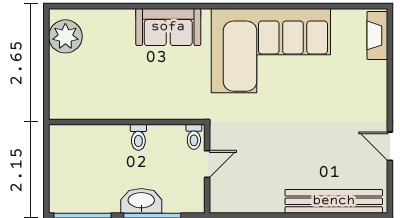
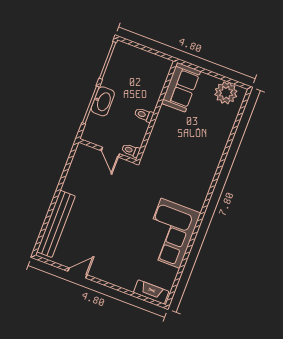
sofa: (168, 27) -> (181, 87), moved, turned 180
corner sofa: (271, 51) -> (171, 233), width x0.73, depth x0.74

